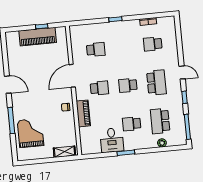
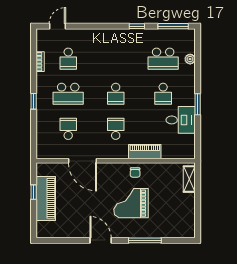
door: (182, 72) -> (57, 26), moved
door: (72, 76) -> (82, 161), moved
school desk: (156, 83) -> (68, 94), moved, turned 180
door: (8, 85) -> (101, 240), hinge flipped
grand piano: (30, 133) -> (131, 203), moved

